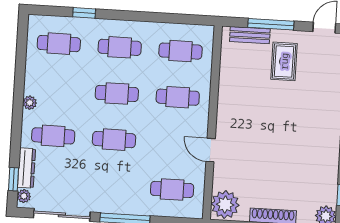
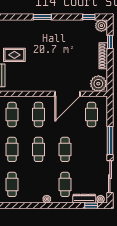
door: (211, 150) -> (68, 94), width x1.87

